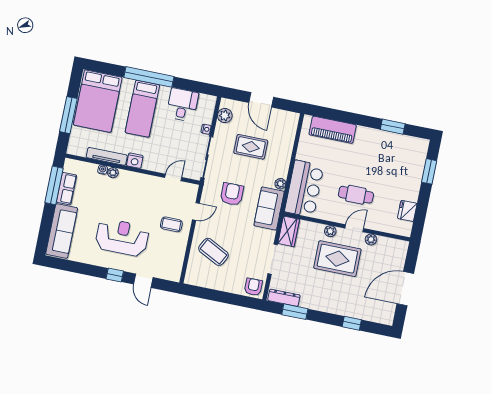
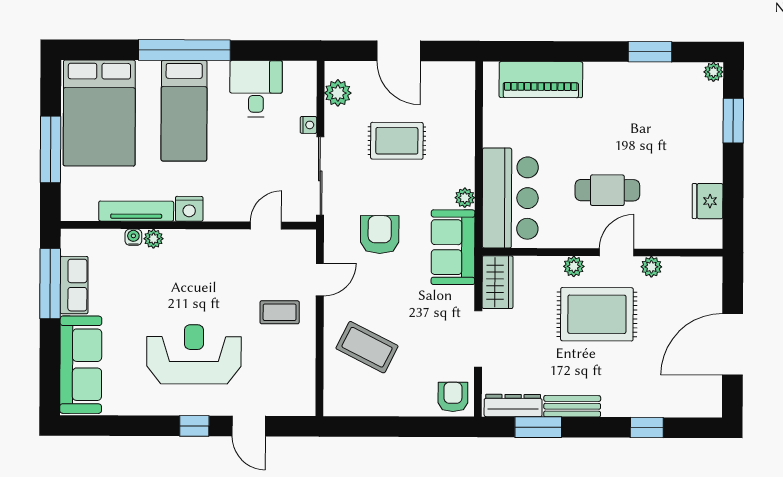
plant: (424, 144) -> (713, 72), added
bench: (315, 304) -> (572, 406), added

